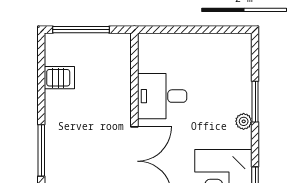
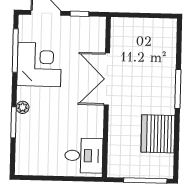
server rack: (59, 78) -> (158, 134), width x2.18, depth x1.44
desk: (162, 96) -> (84, 156), moved

